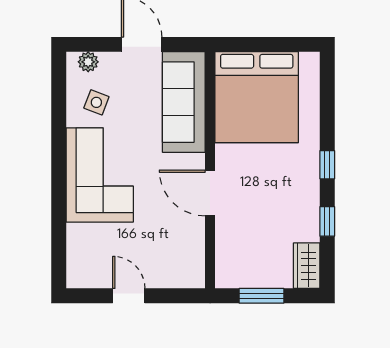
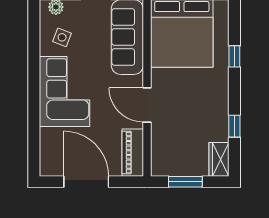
window: (327, 165) -> (234, 56), moved
piano: (191, 257) -> (133, 153), added
door: (129, 296) -> (86, 182), width x1.88

